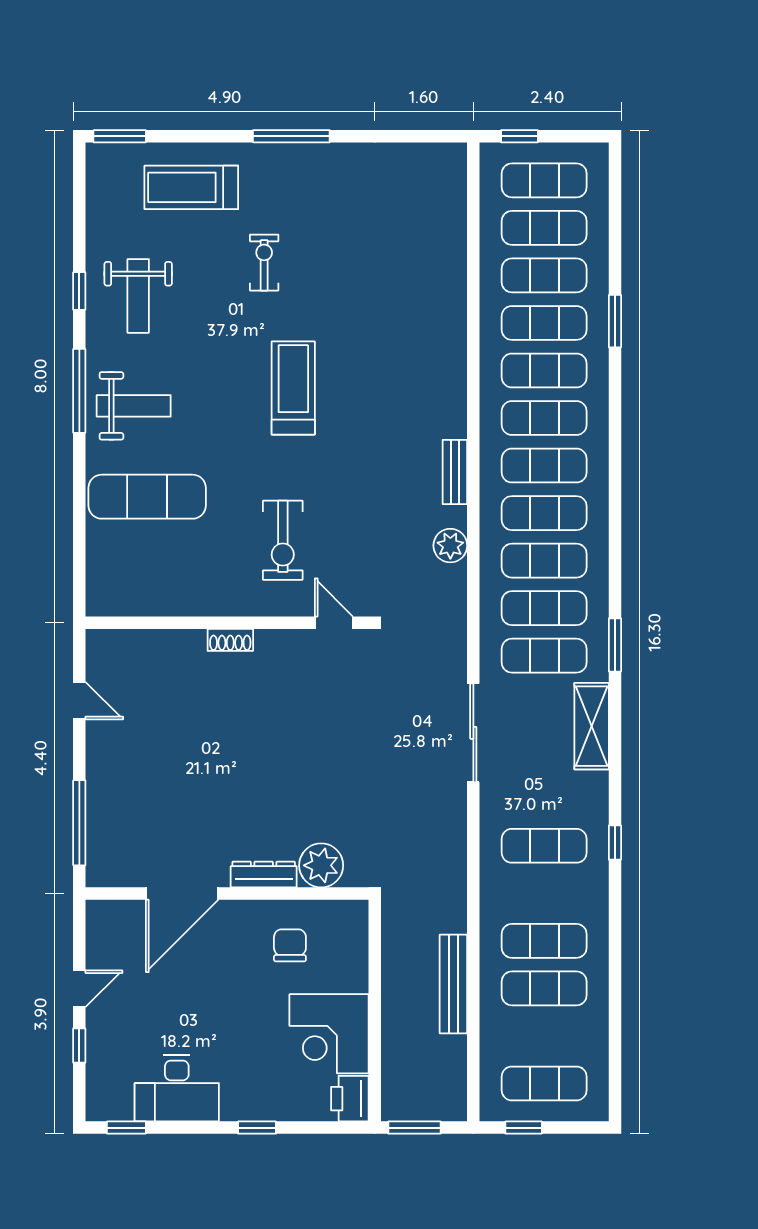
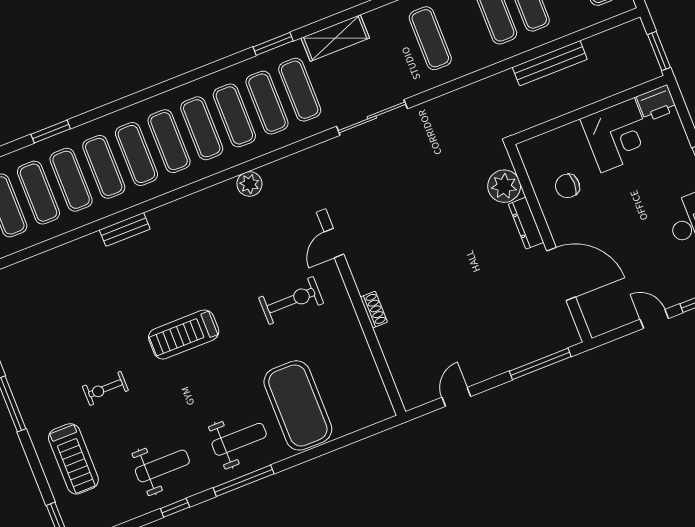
weight bench: (134, 406) -> (239, 439), turned 90
bench: (455, 472) -> (125, 229), moved
exercise mat: (147, 497) -> (298, 405), width x1.47

